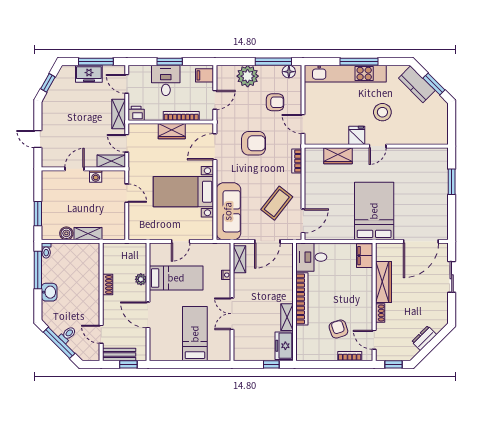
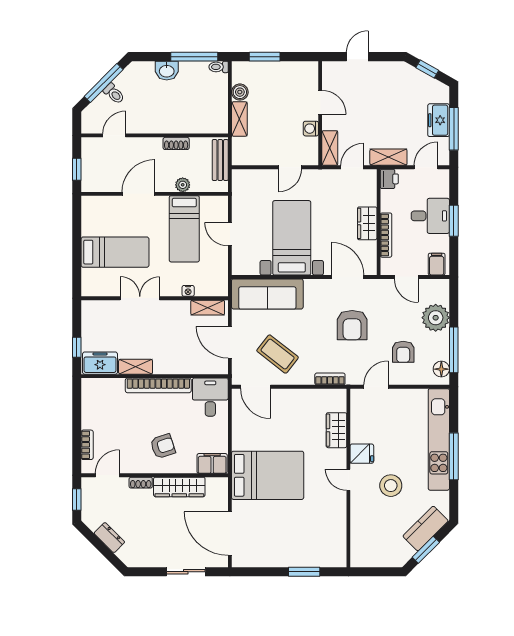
armchair: (338, 329) -> (163, 446), moved
bench: (119, 355) -> (220, 160), moved

